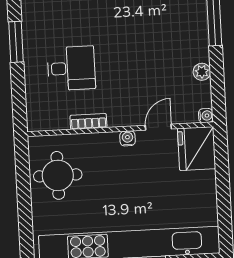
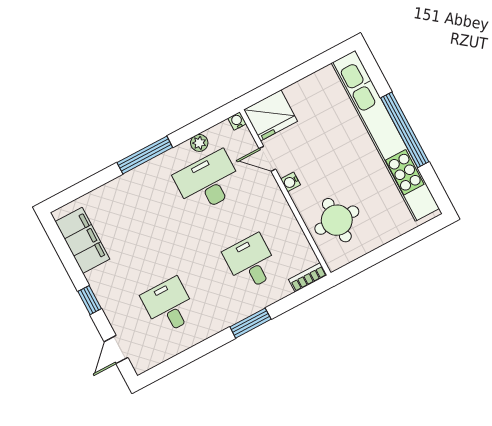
desk: (163, 63) -> (208, 182), added
bookcase: (88, 121) -> (308, 277), moved, turned 90
round table: (58, 175) -> (337, 220), moved

